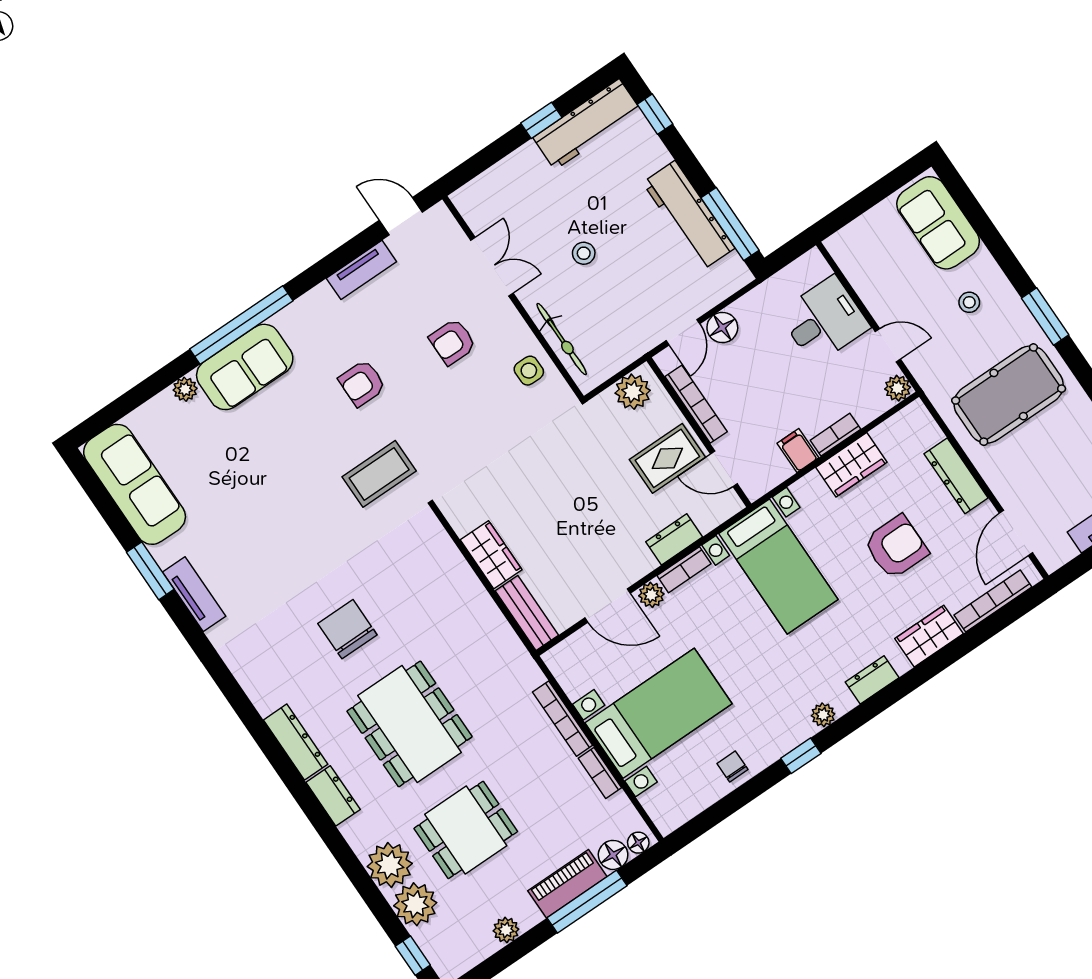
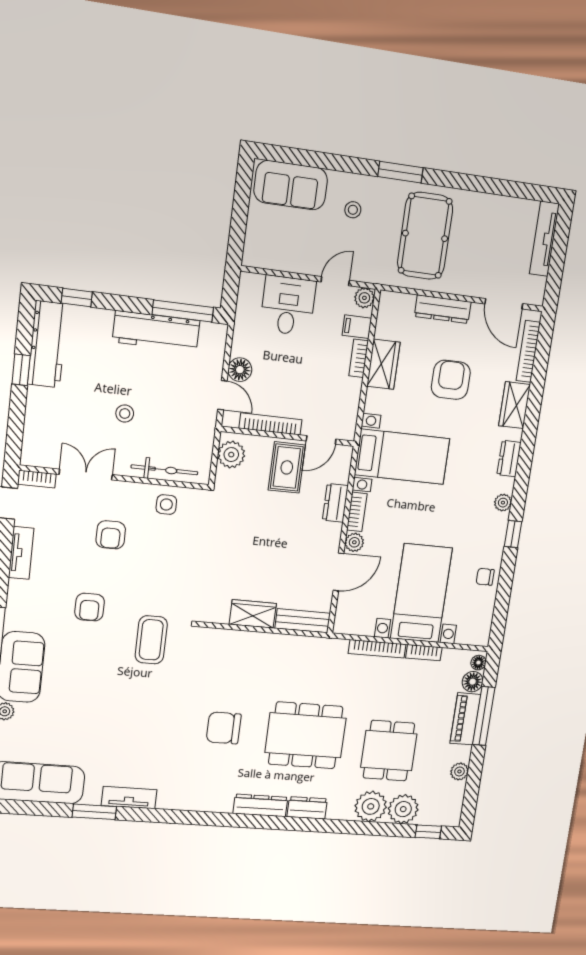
bookcase: (448, 224) -> (37, 479), added
filing cabinet: (798, 450) -> (357, 327), moved

